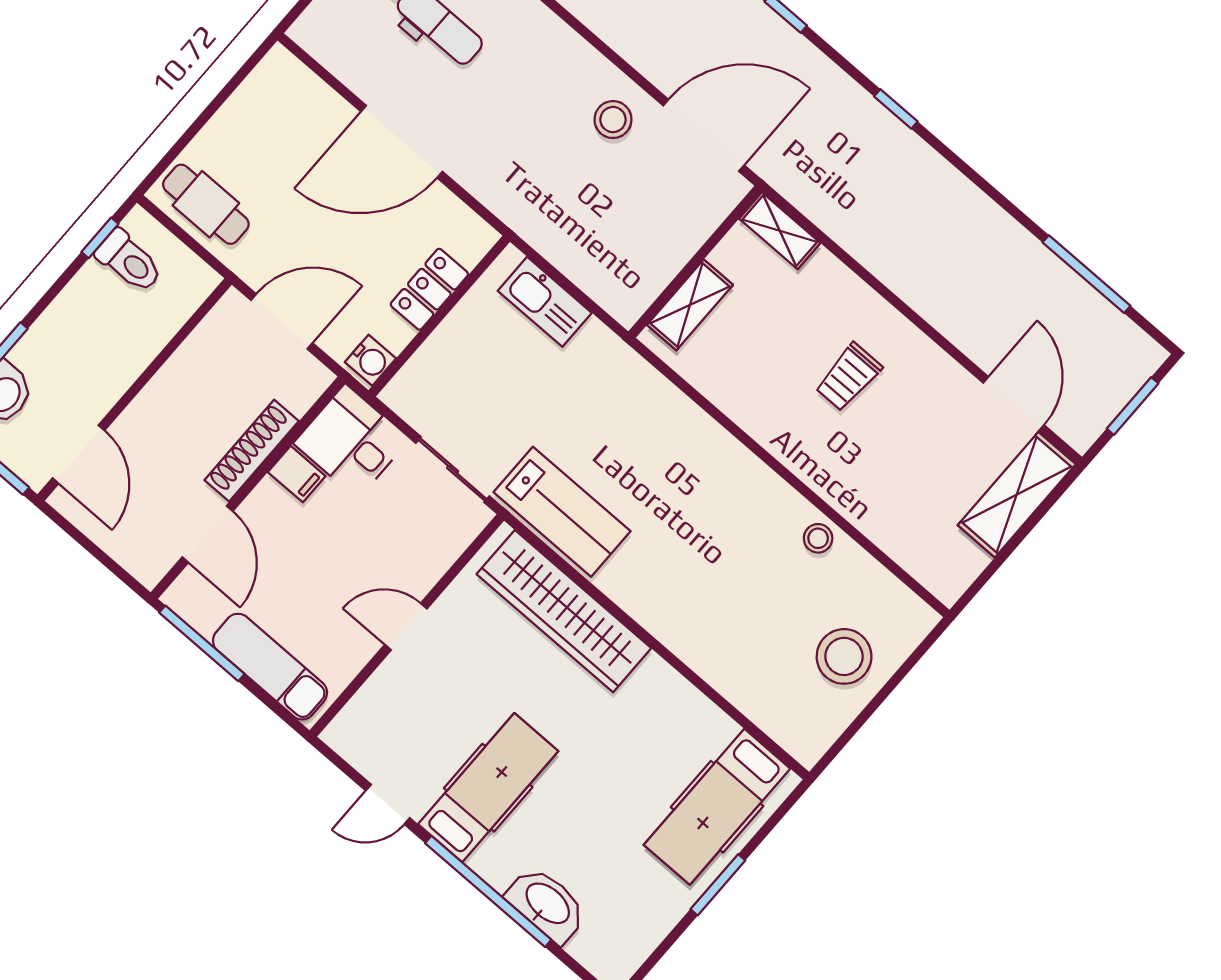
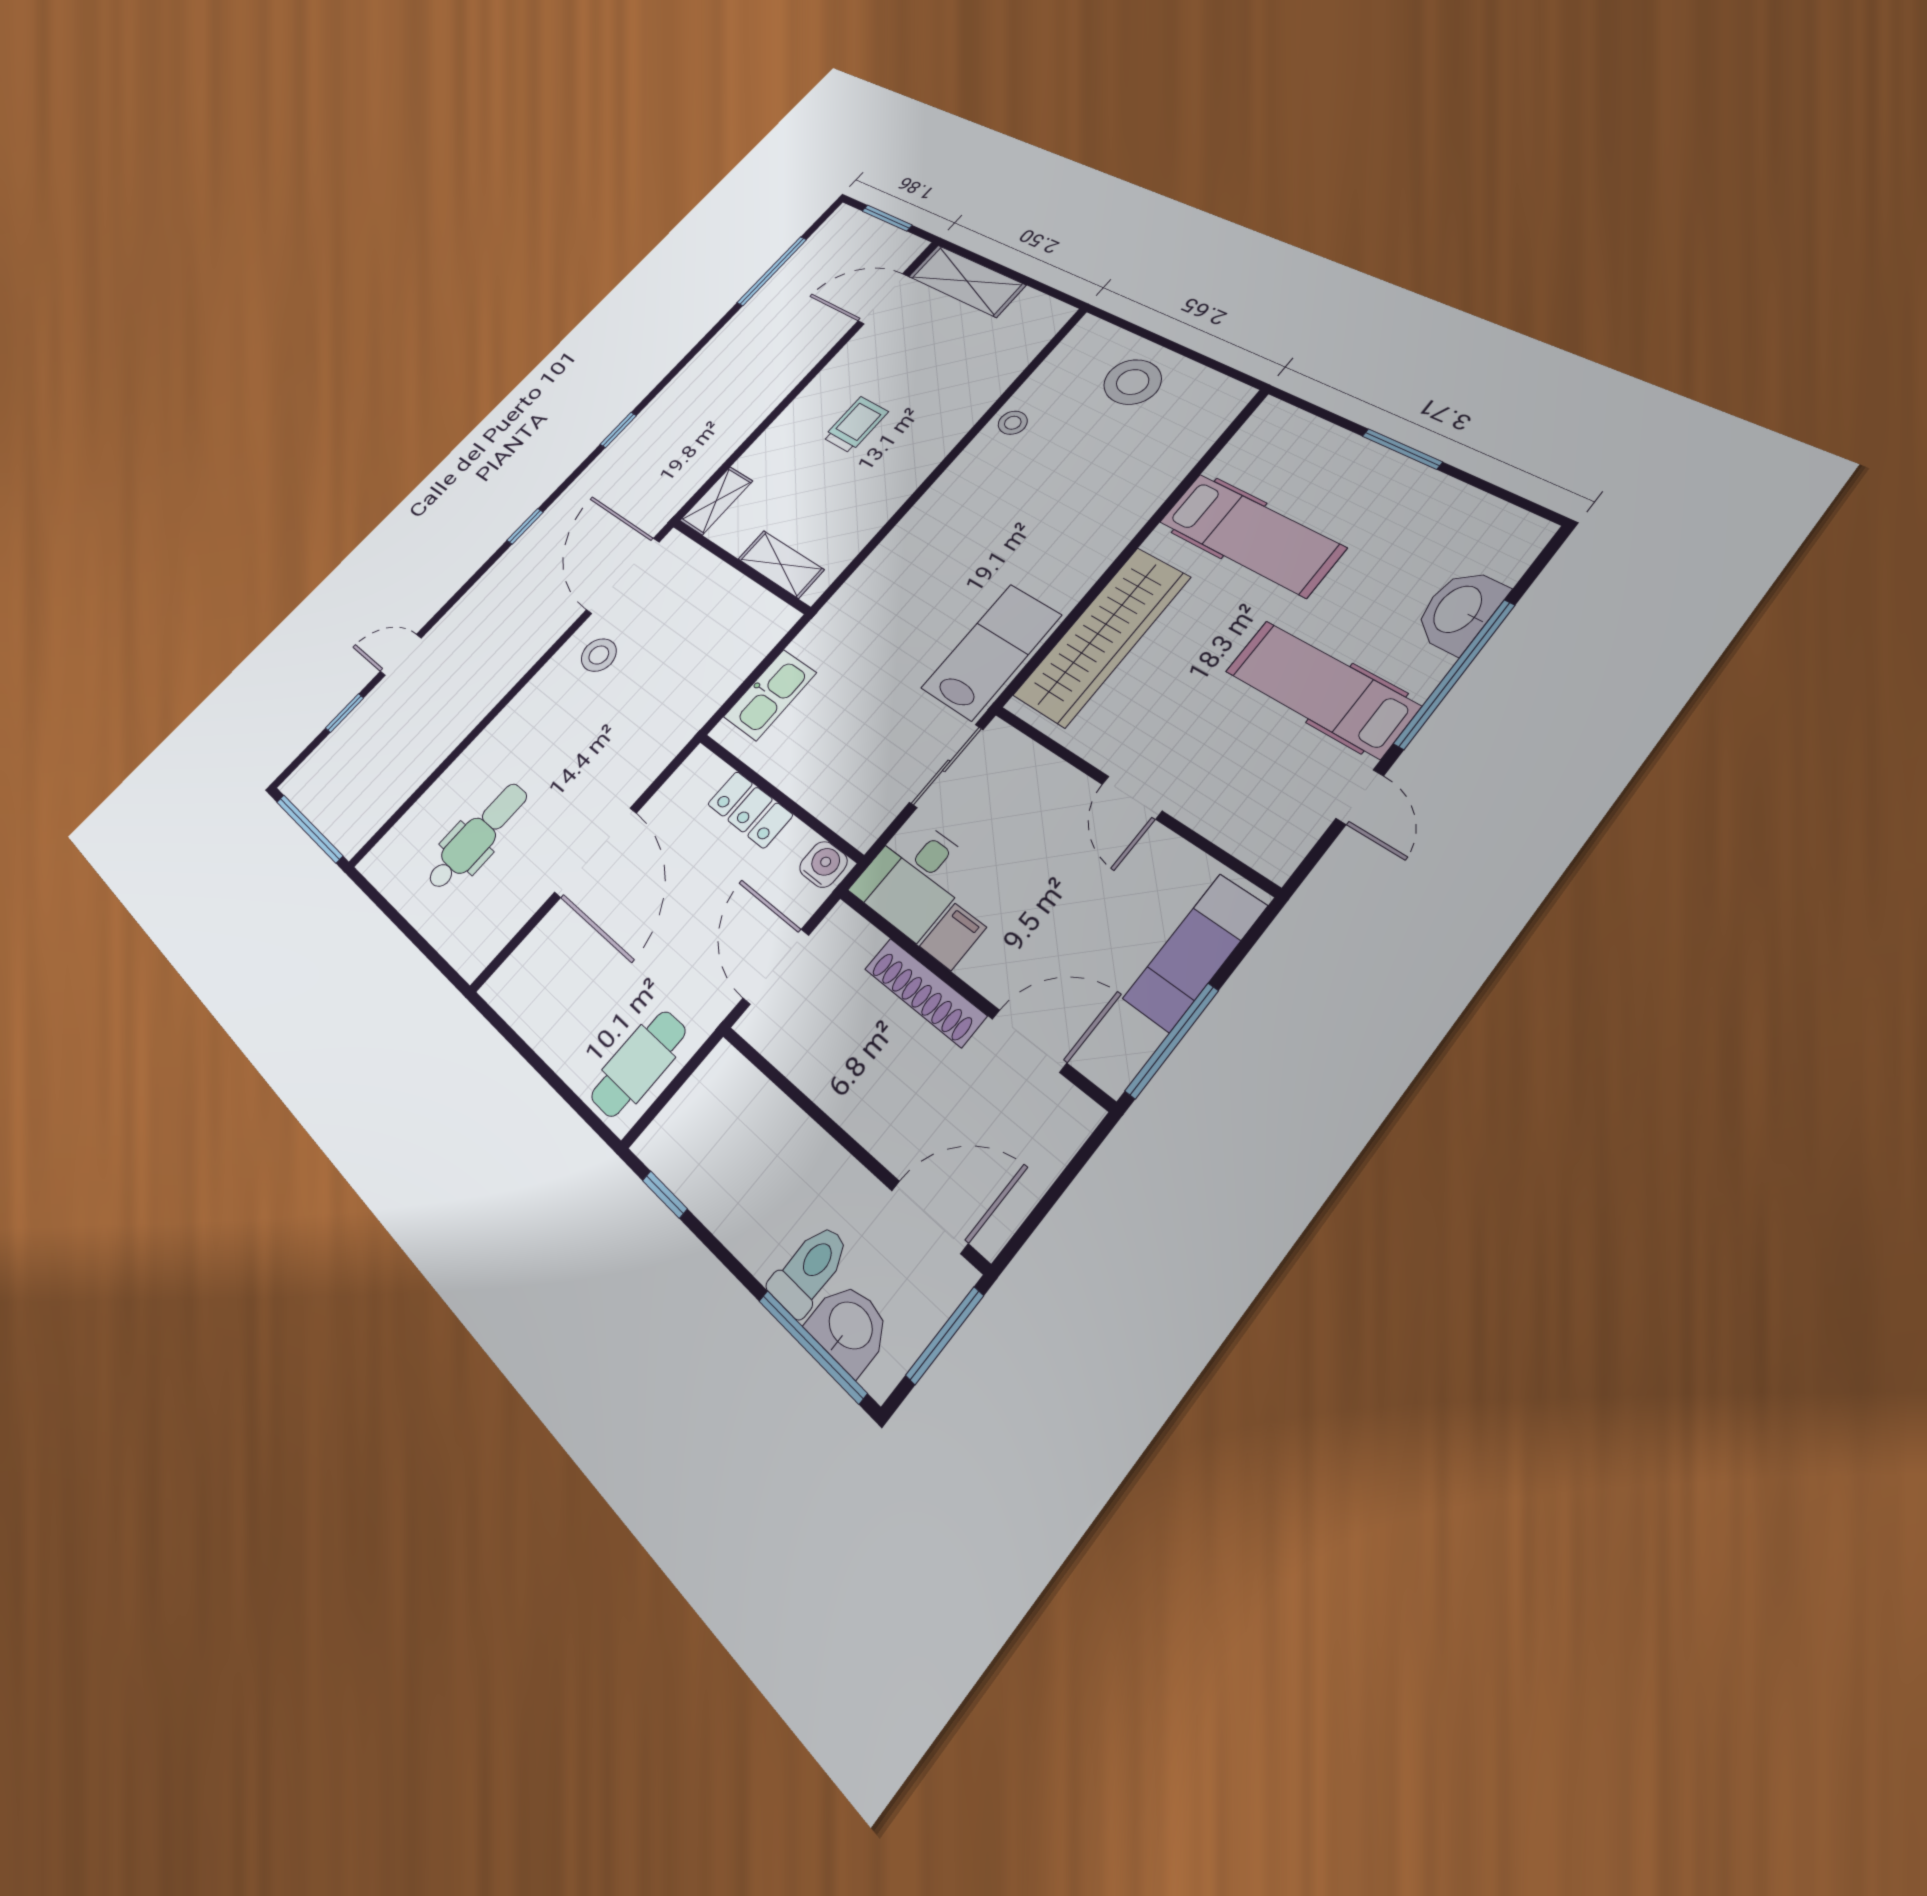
toilet: (129, 261) -> (809, 1269), moved
trolley: (849, 377) -> (856, 425), turned -90
hospital bed: (717, 807) -> (1251, 535), moved

